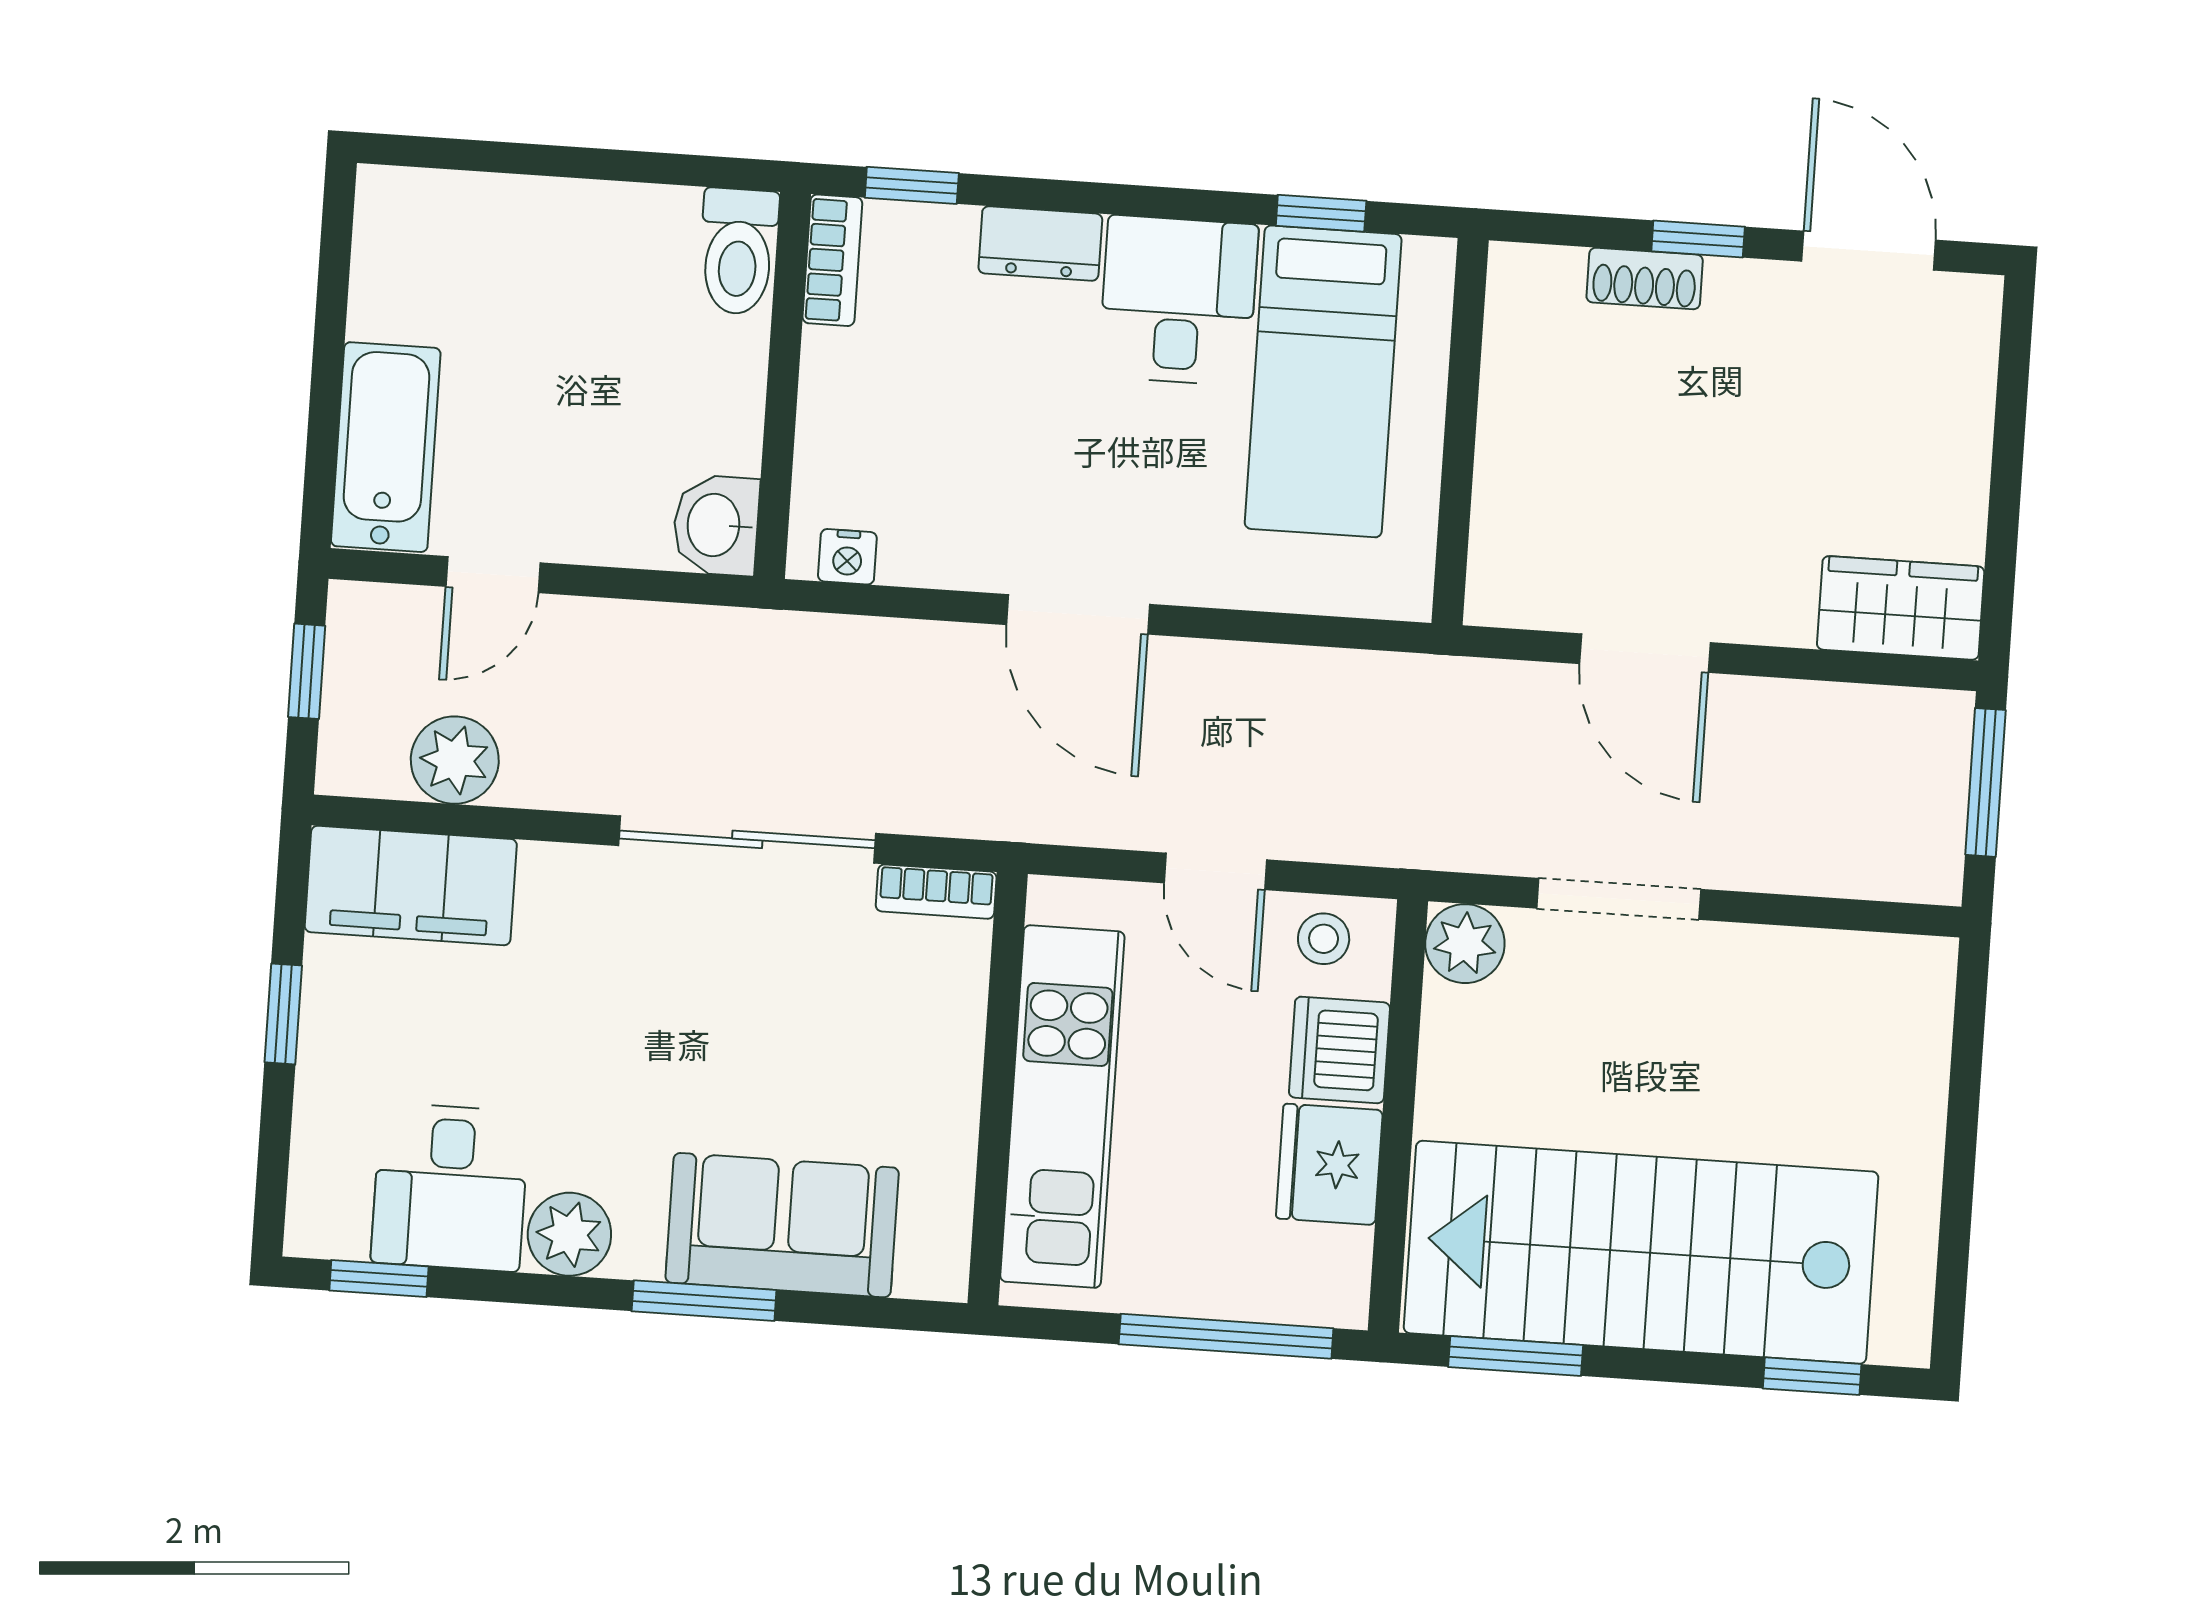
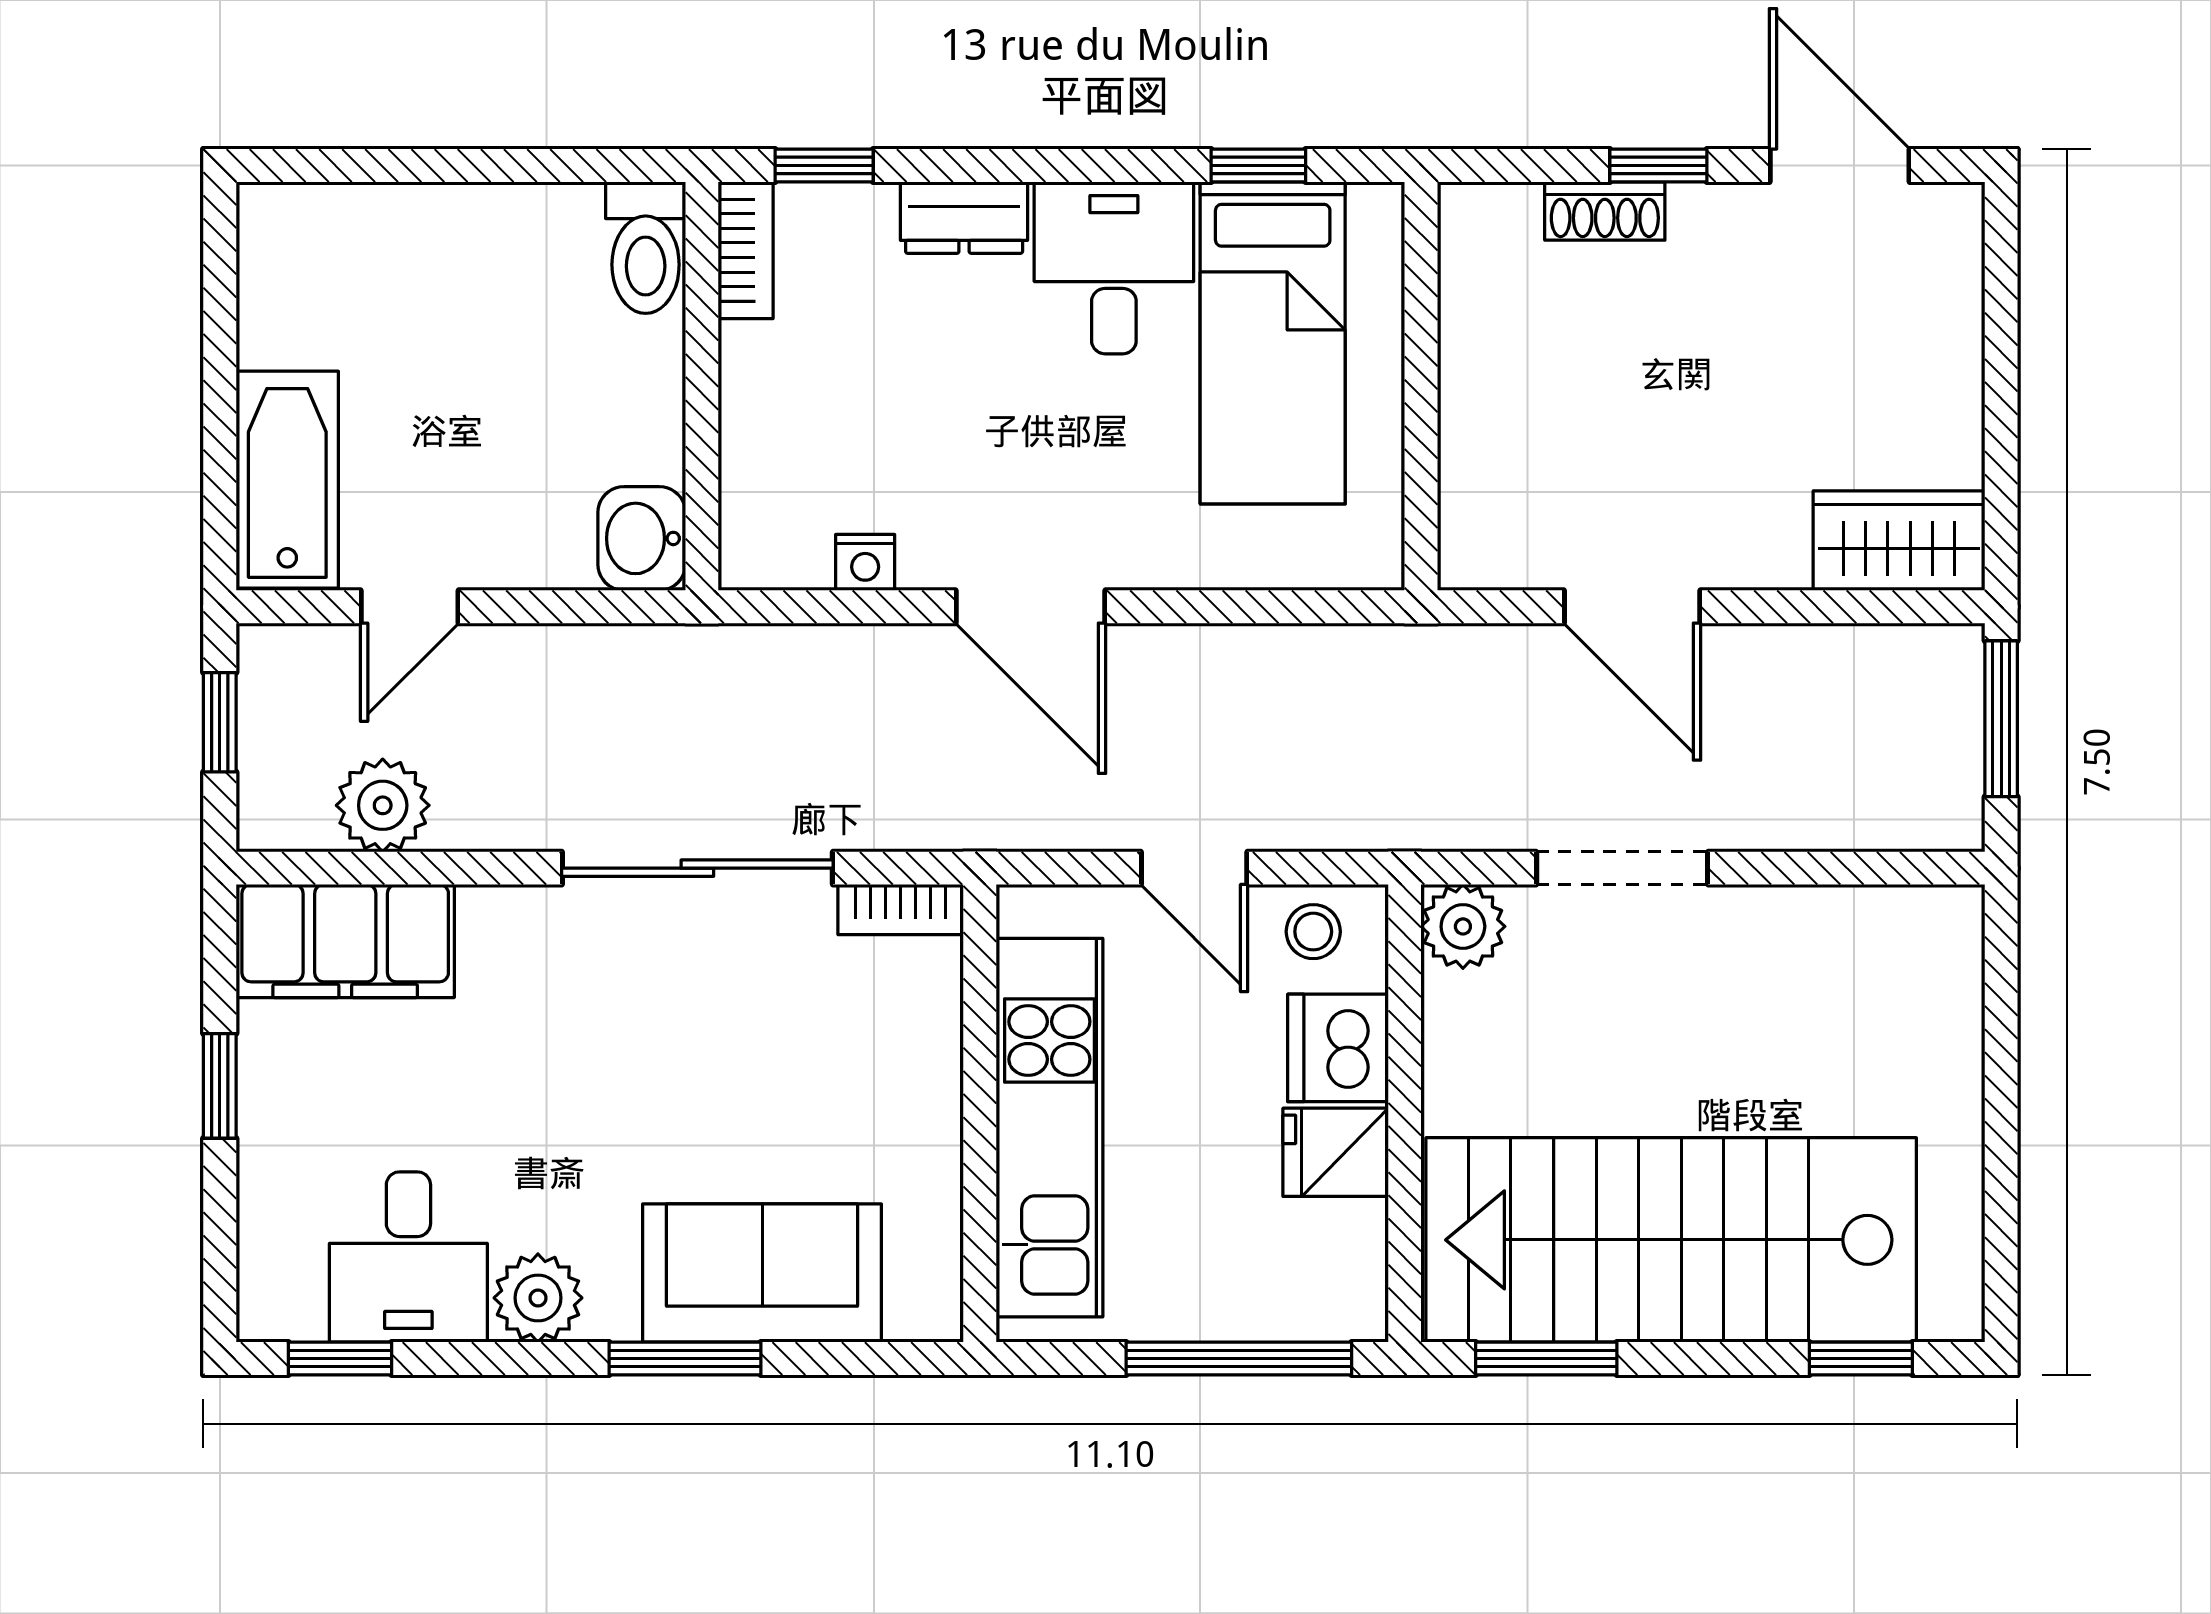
nightstand: (847, 557) -> (865, 562), moved
fridge: (1329, 1164) -> (1336, 1152), width x0.72

